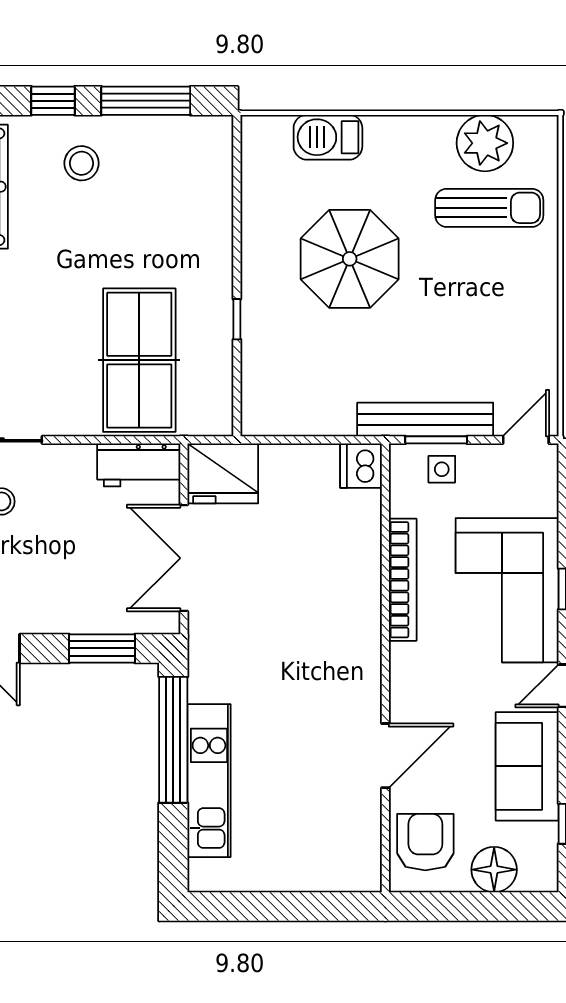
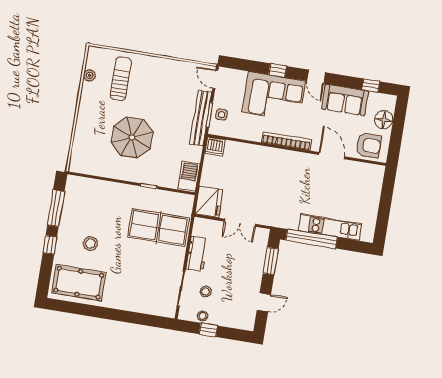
barbecue: (328, 137) -> (189, 176), moved, turned 180
plant: (485, 143) -> (90, 75), width x0.53, depth x0.53
stool: (82, 163) -> (90, 243), moved
workbench: (139, 465) -> (197, 254), moved
double door: (184, 558) -> (240, 223), width x0.73
bookcase: (403, 580) -> (286, 141), moved
armchair: (425, 842) -> (368, 145), turned 180

